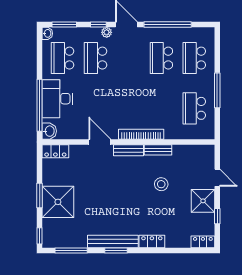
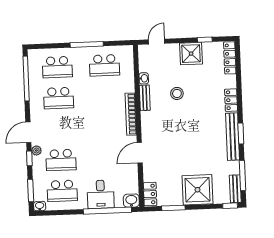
window: (168, 24) -> (26, 79), moved
desk: (57, 99) -> (101, 194), width x0.73
bench: (128, 150) -> (235, 189), moved
washbasin: (179, 150) -> (144, 78), added
door: (217, 178) -> (157, 42), moved
window: (40, 196) -> (173, 208), moved
locker: (203, 242) -> (230, 58), width x1.53

